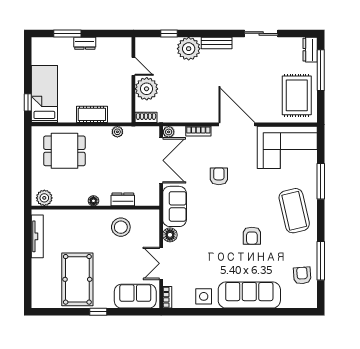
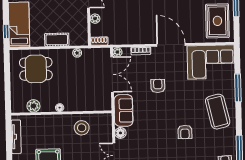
plant: (147, 89) -> (95, 19), width x0.53, depth x0.53
plant: (44, 198) -> (33, 106), moved
dresser: (123, 199) -> (83, 106), removed

